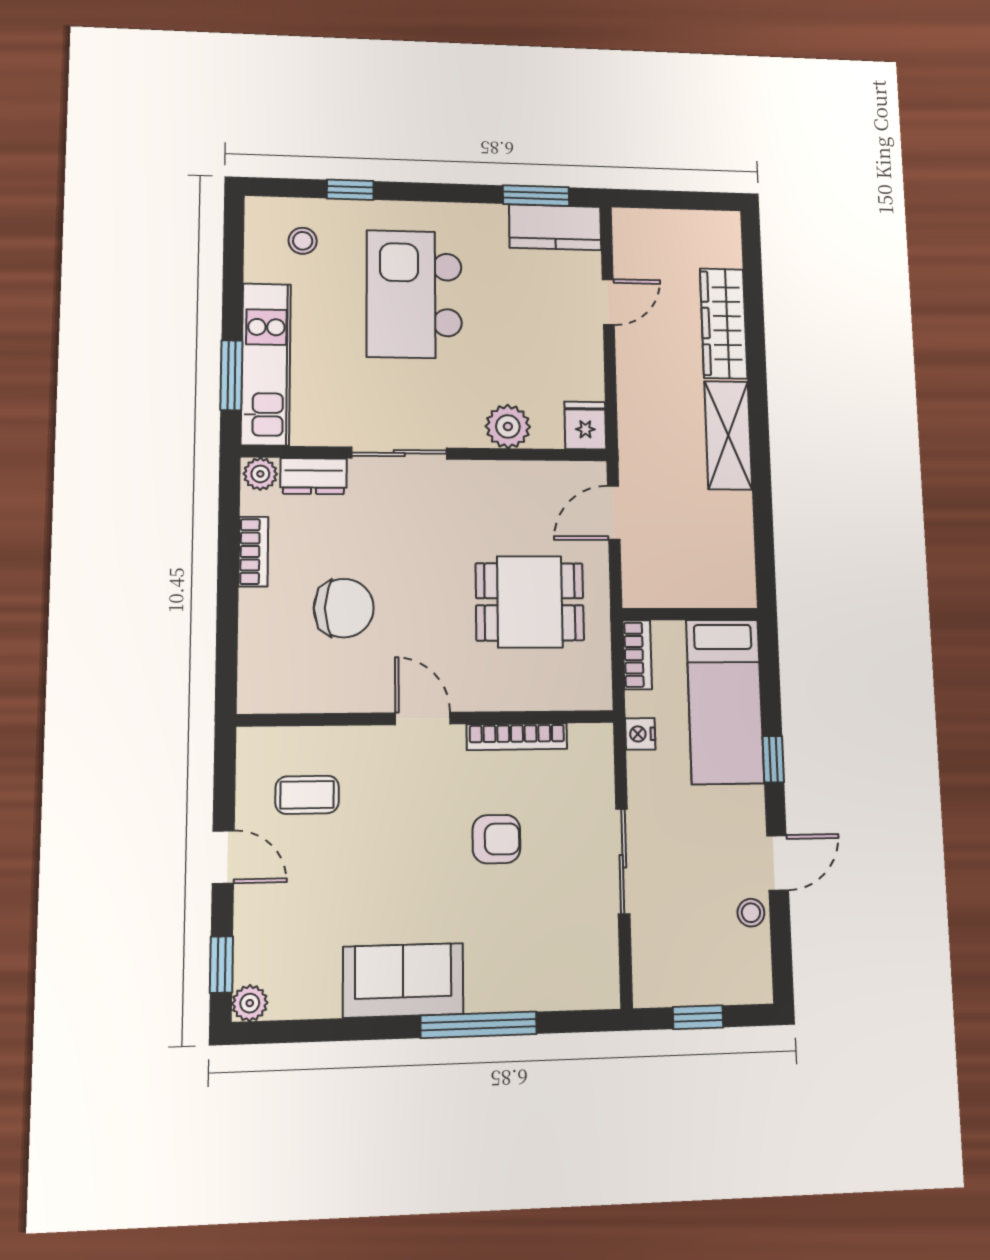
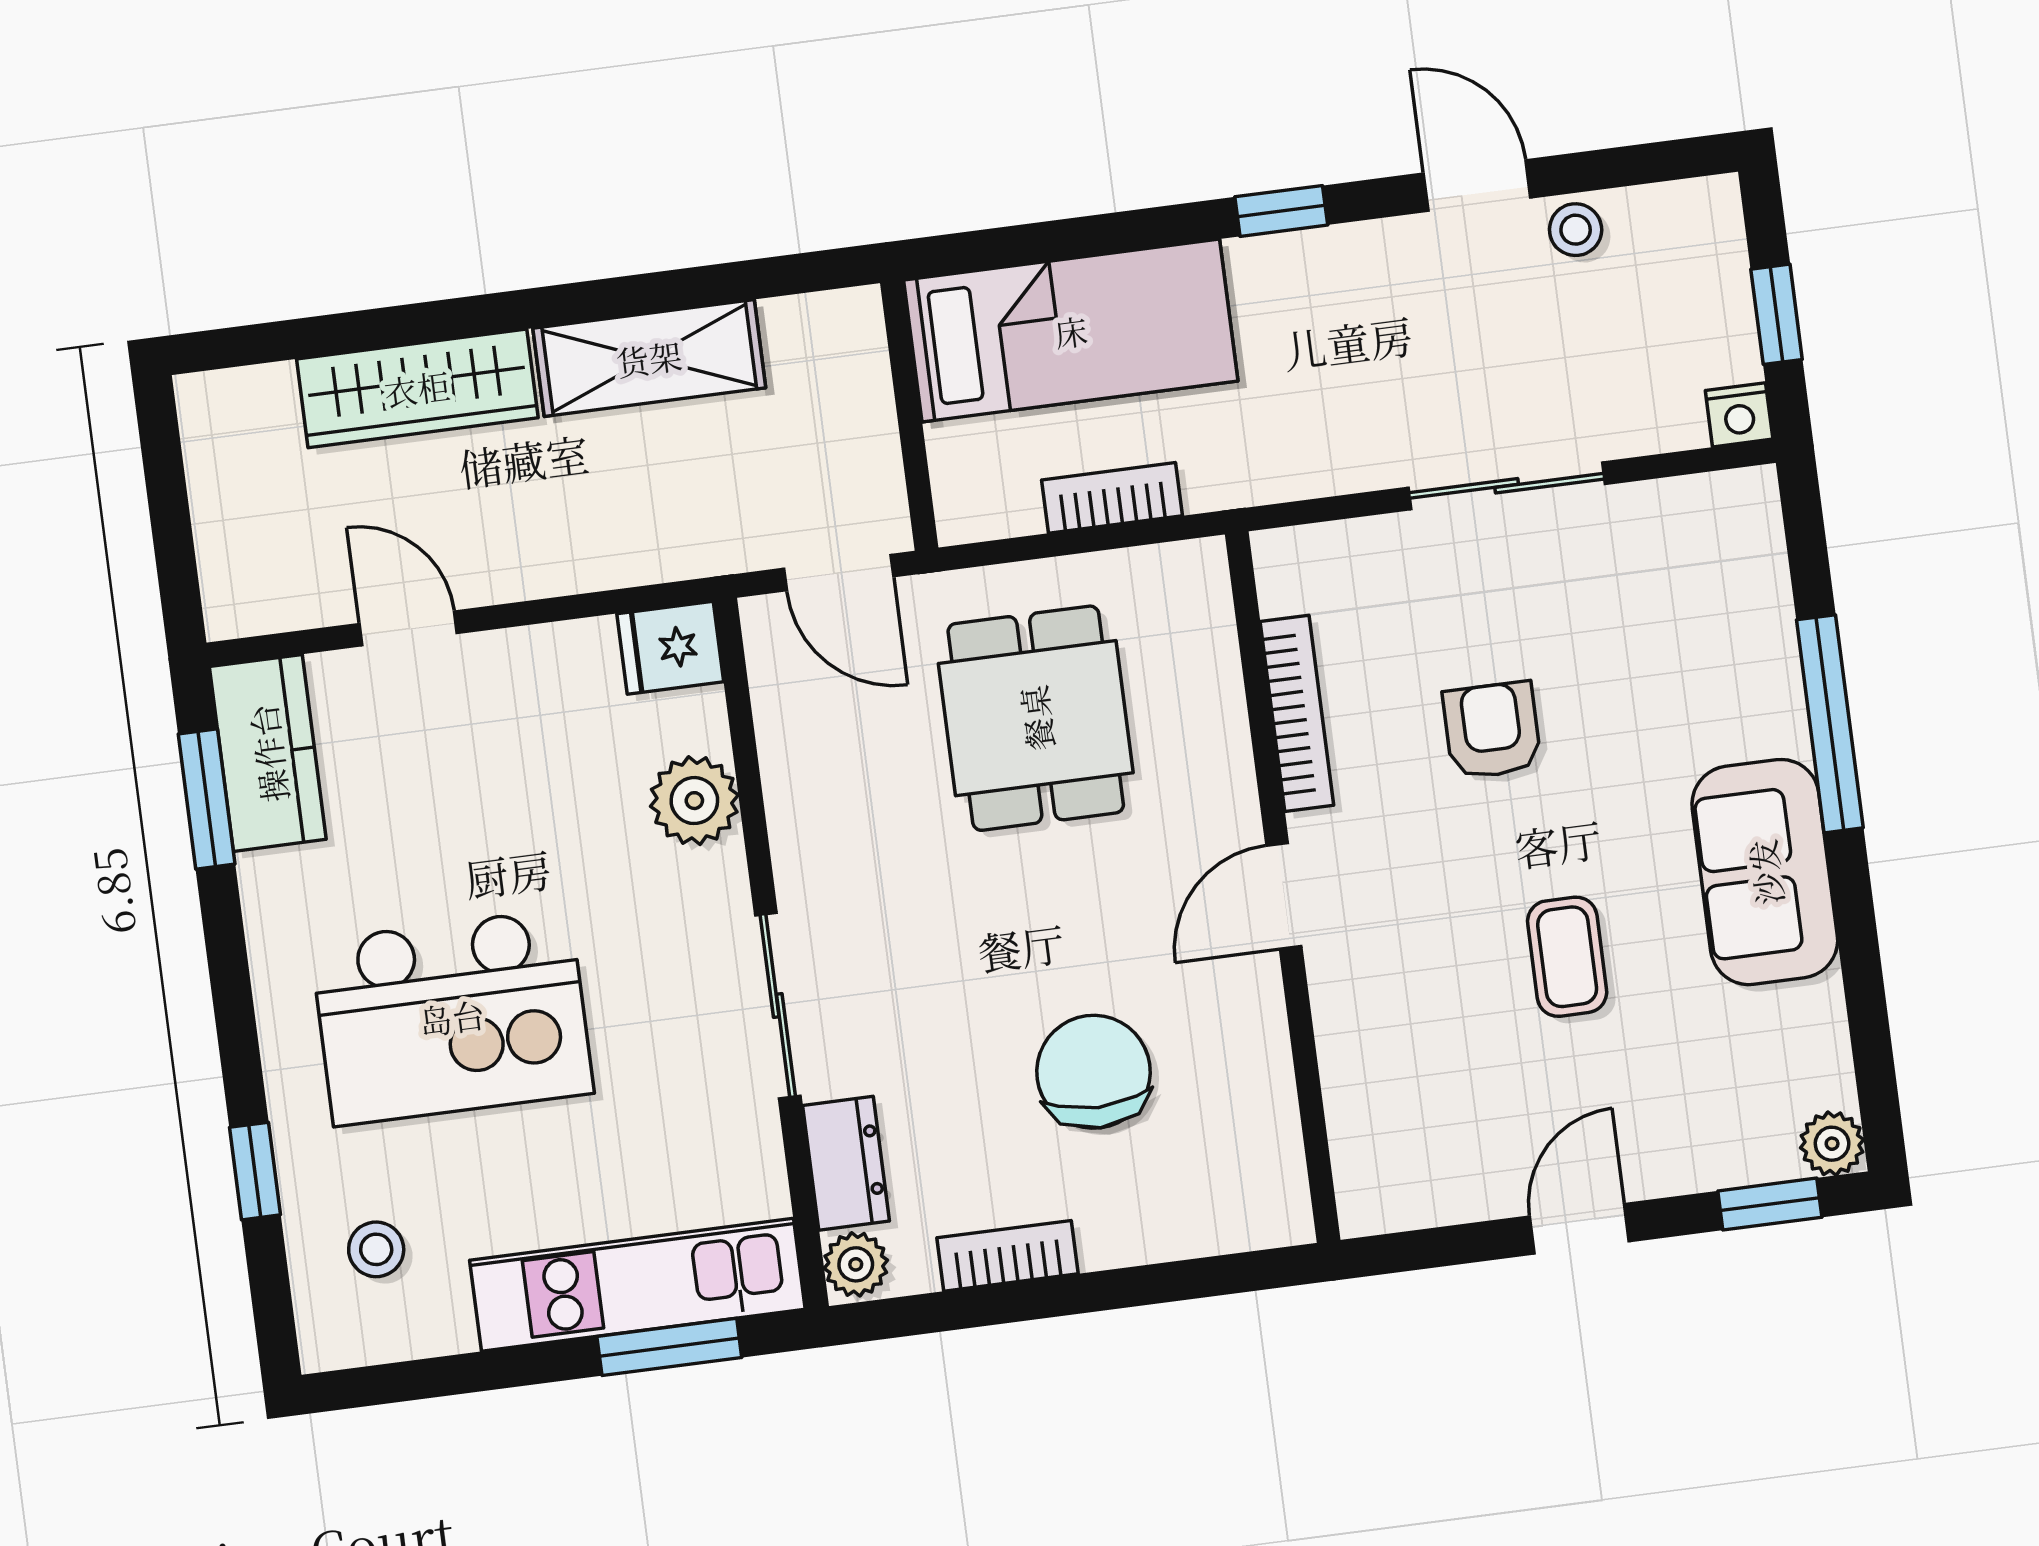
wall: (690, 614) -> (909, 415), moved
bed: (725, 701) -> (1071, 331), moved
nightstand: (640, 734) -> (1739, 415), moved
coffee table: (307, 795) -> (1567, 957), moved

